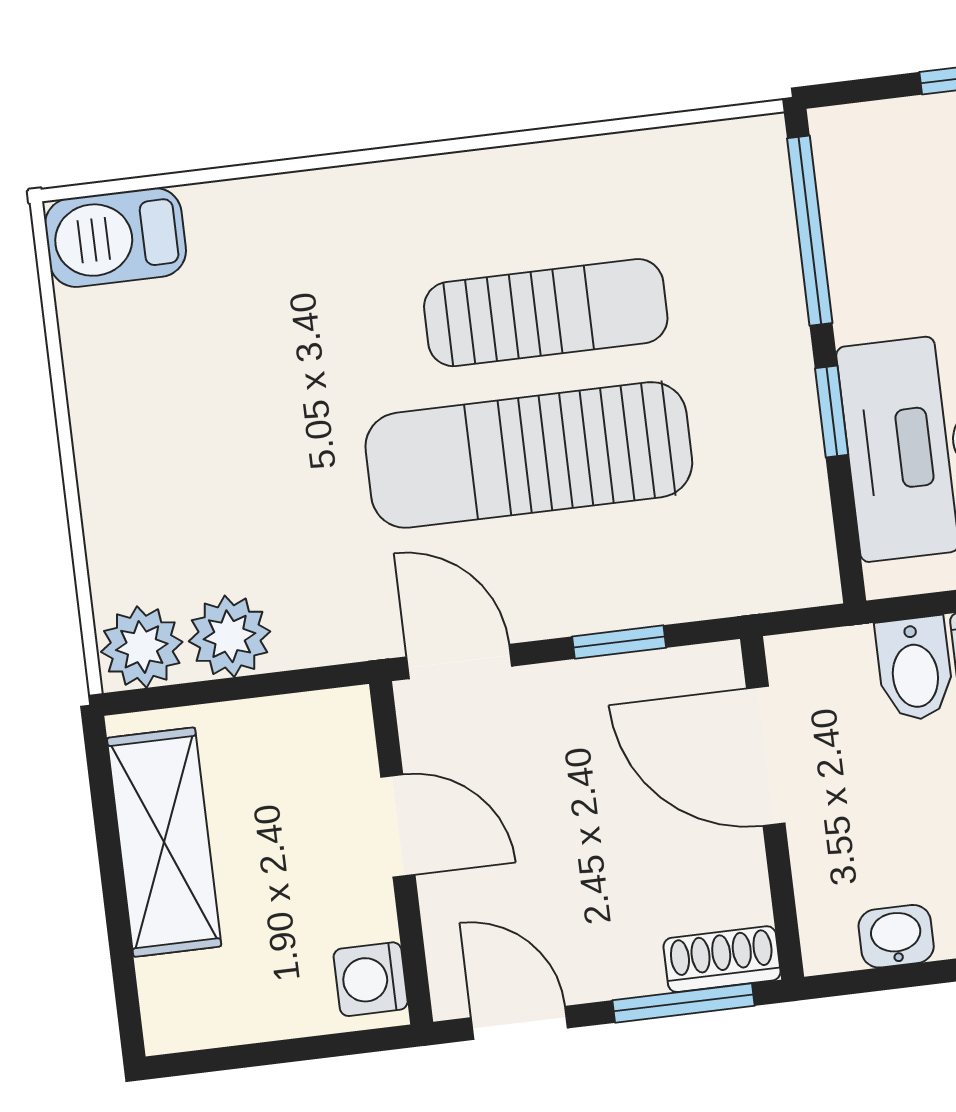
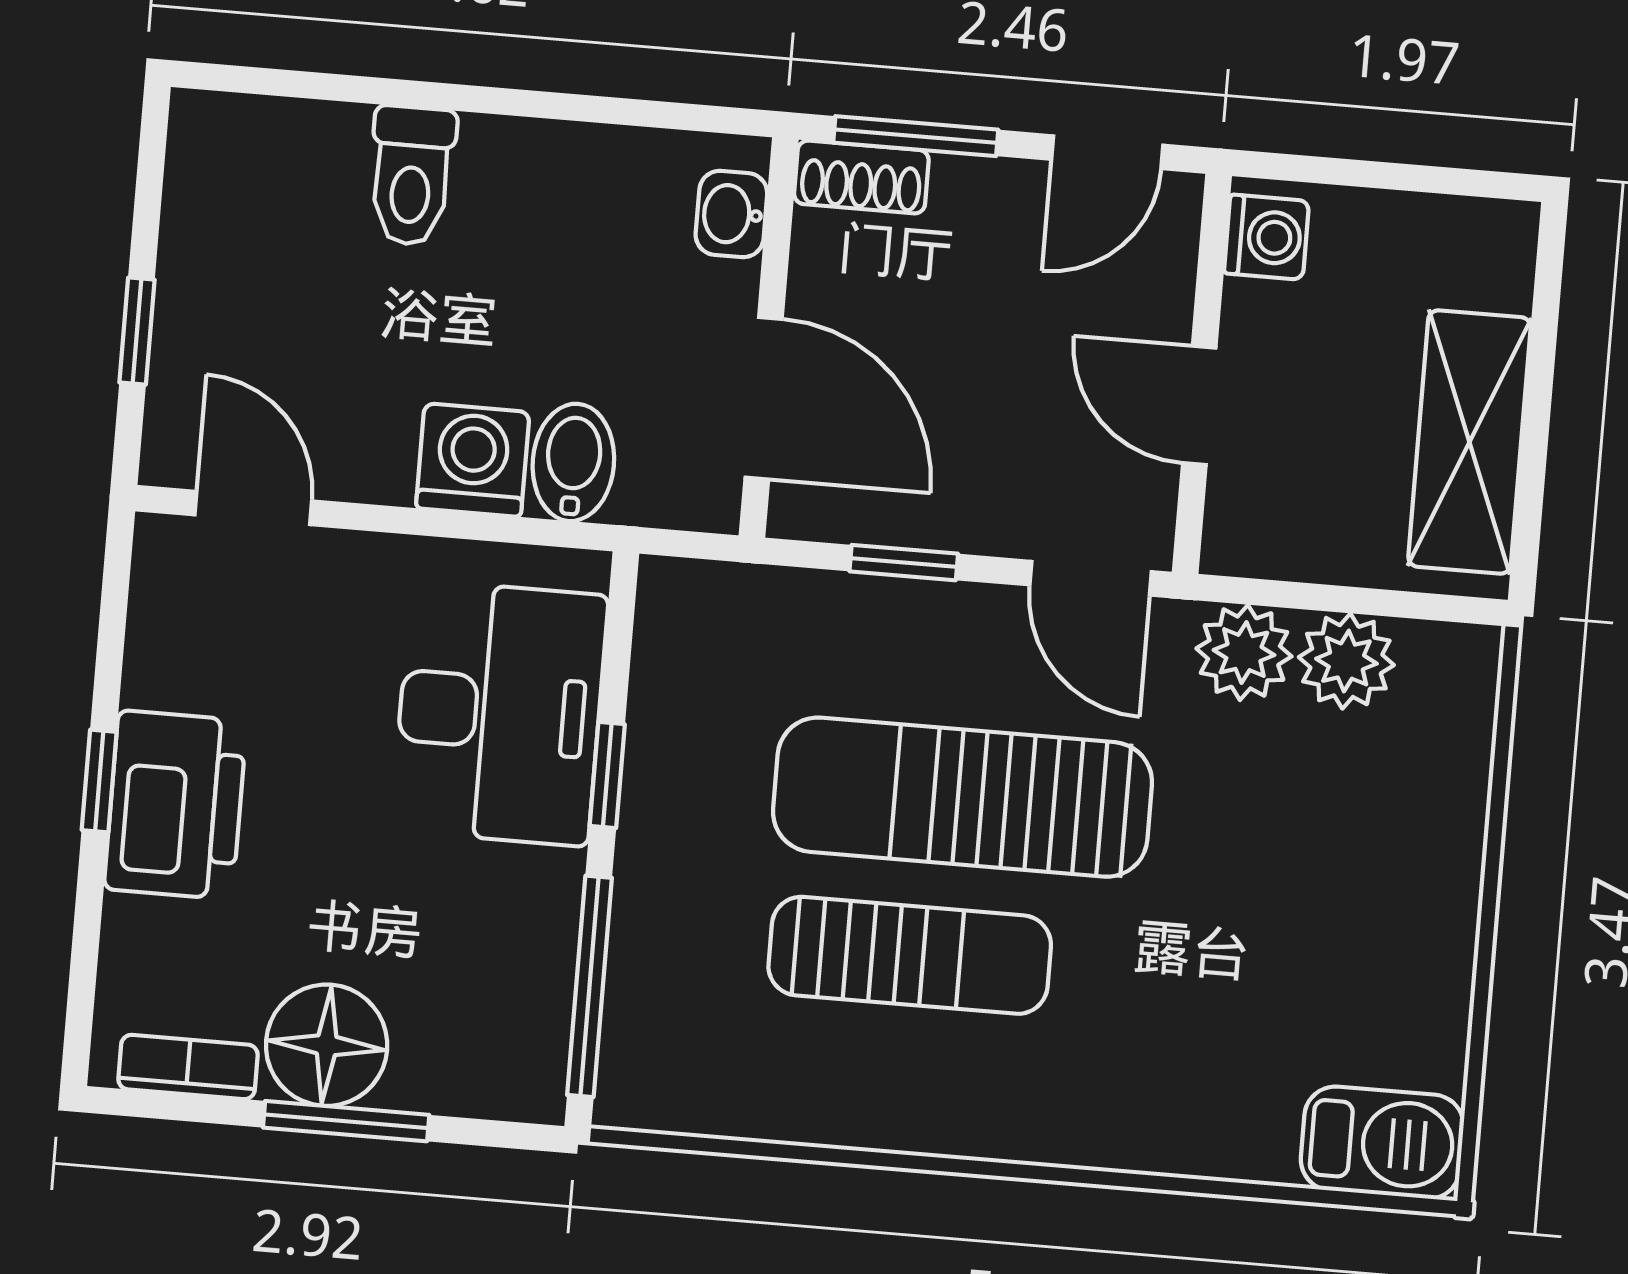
sun lounger: (546, 313) -> (910, 955), turned 180
sun lounger: (529, 455) -> (963, 797), turned 180
plant: (142, 647) -> (1244, 652), moved
washbasin: (896, 936) -> (731, 214), moved, turned 90
door: (519, 1023) -> (1107, 152), hinge flipped

